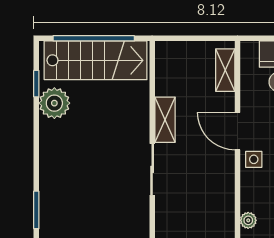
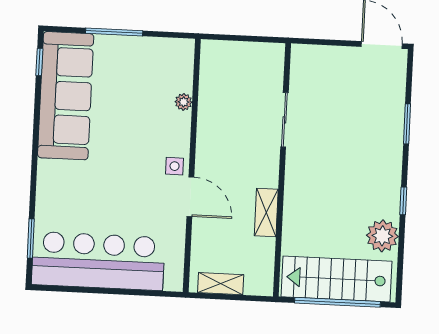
shelving: (225, 70) -> (221, 284), moved, turned 90
window: (36, 84) -> (403, 201), moved
sliding door: (152, 169) -> (284, 120), moved

